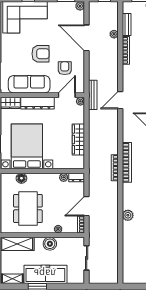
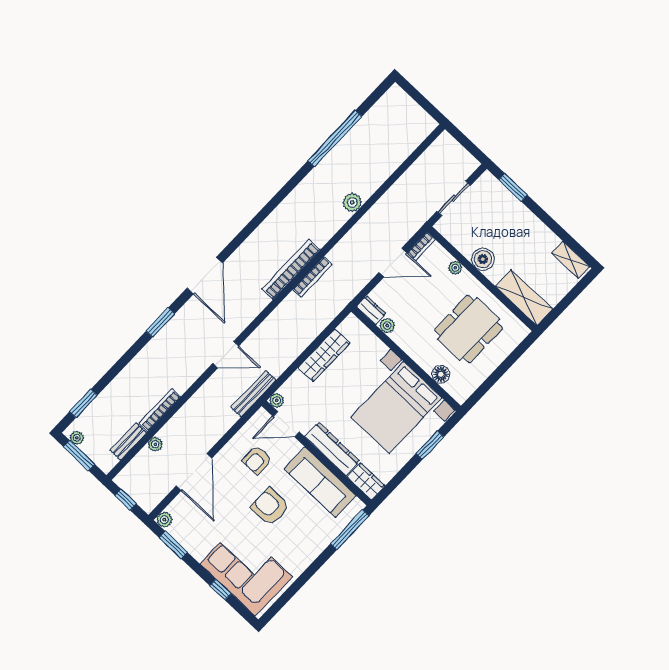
freezer: (45, 274) -> (524, 226), removed
window: (37, 286) -> (513, 187), moved

